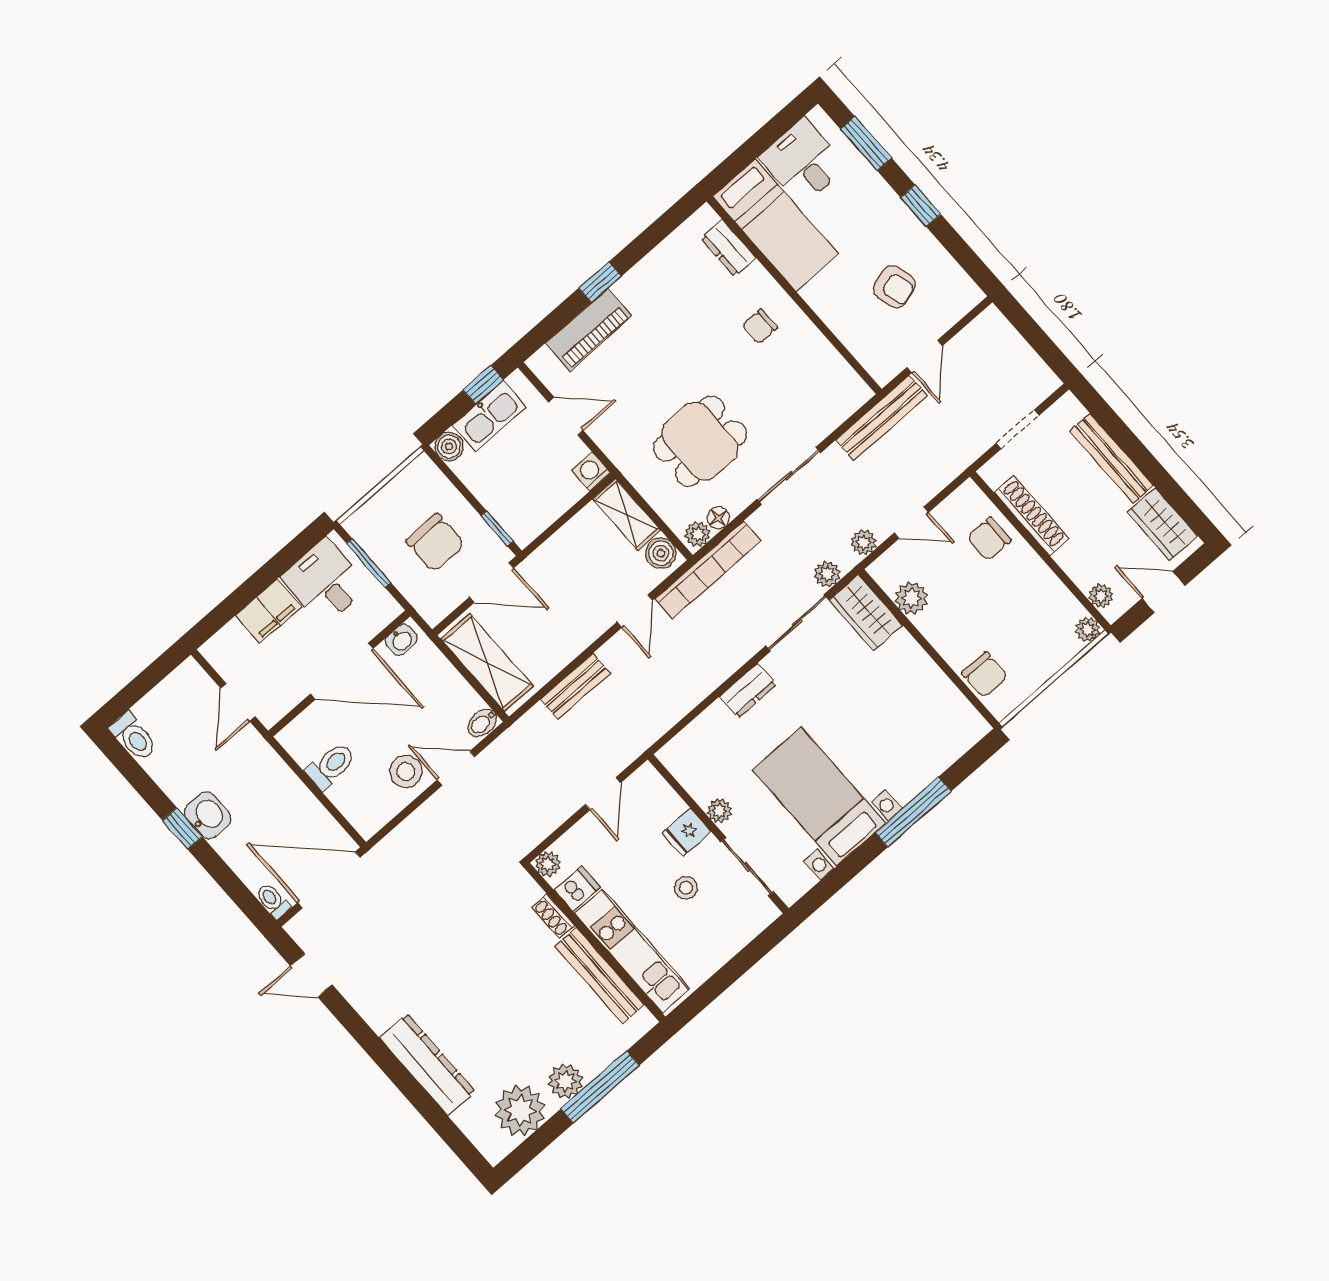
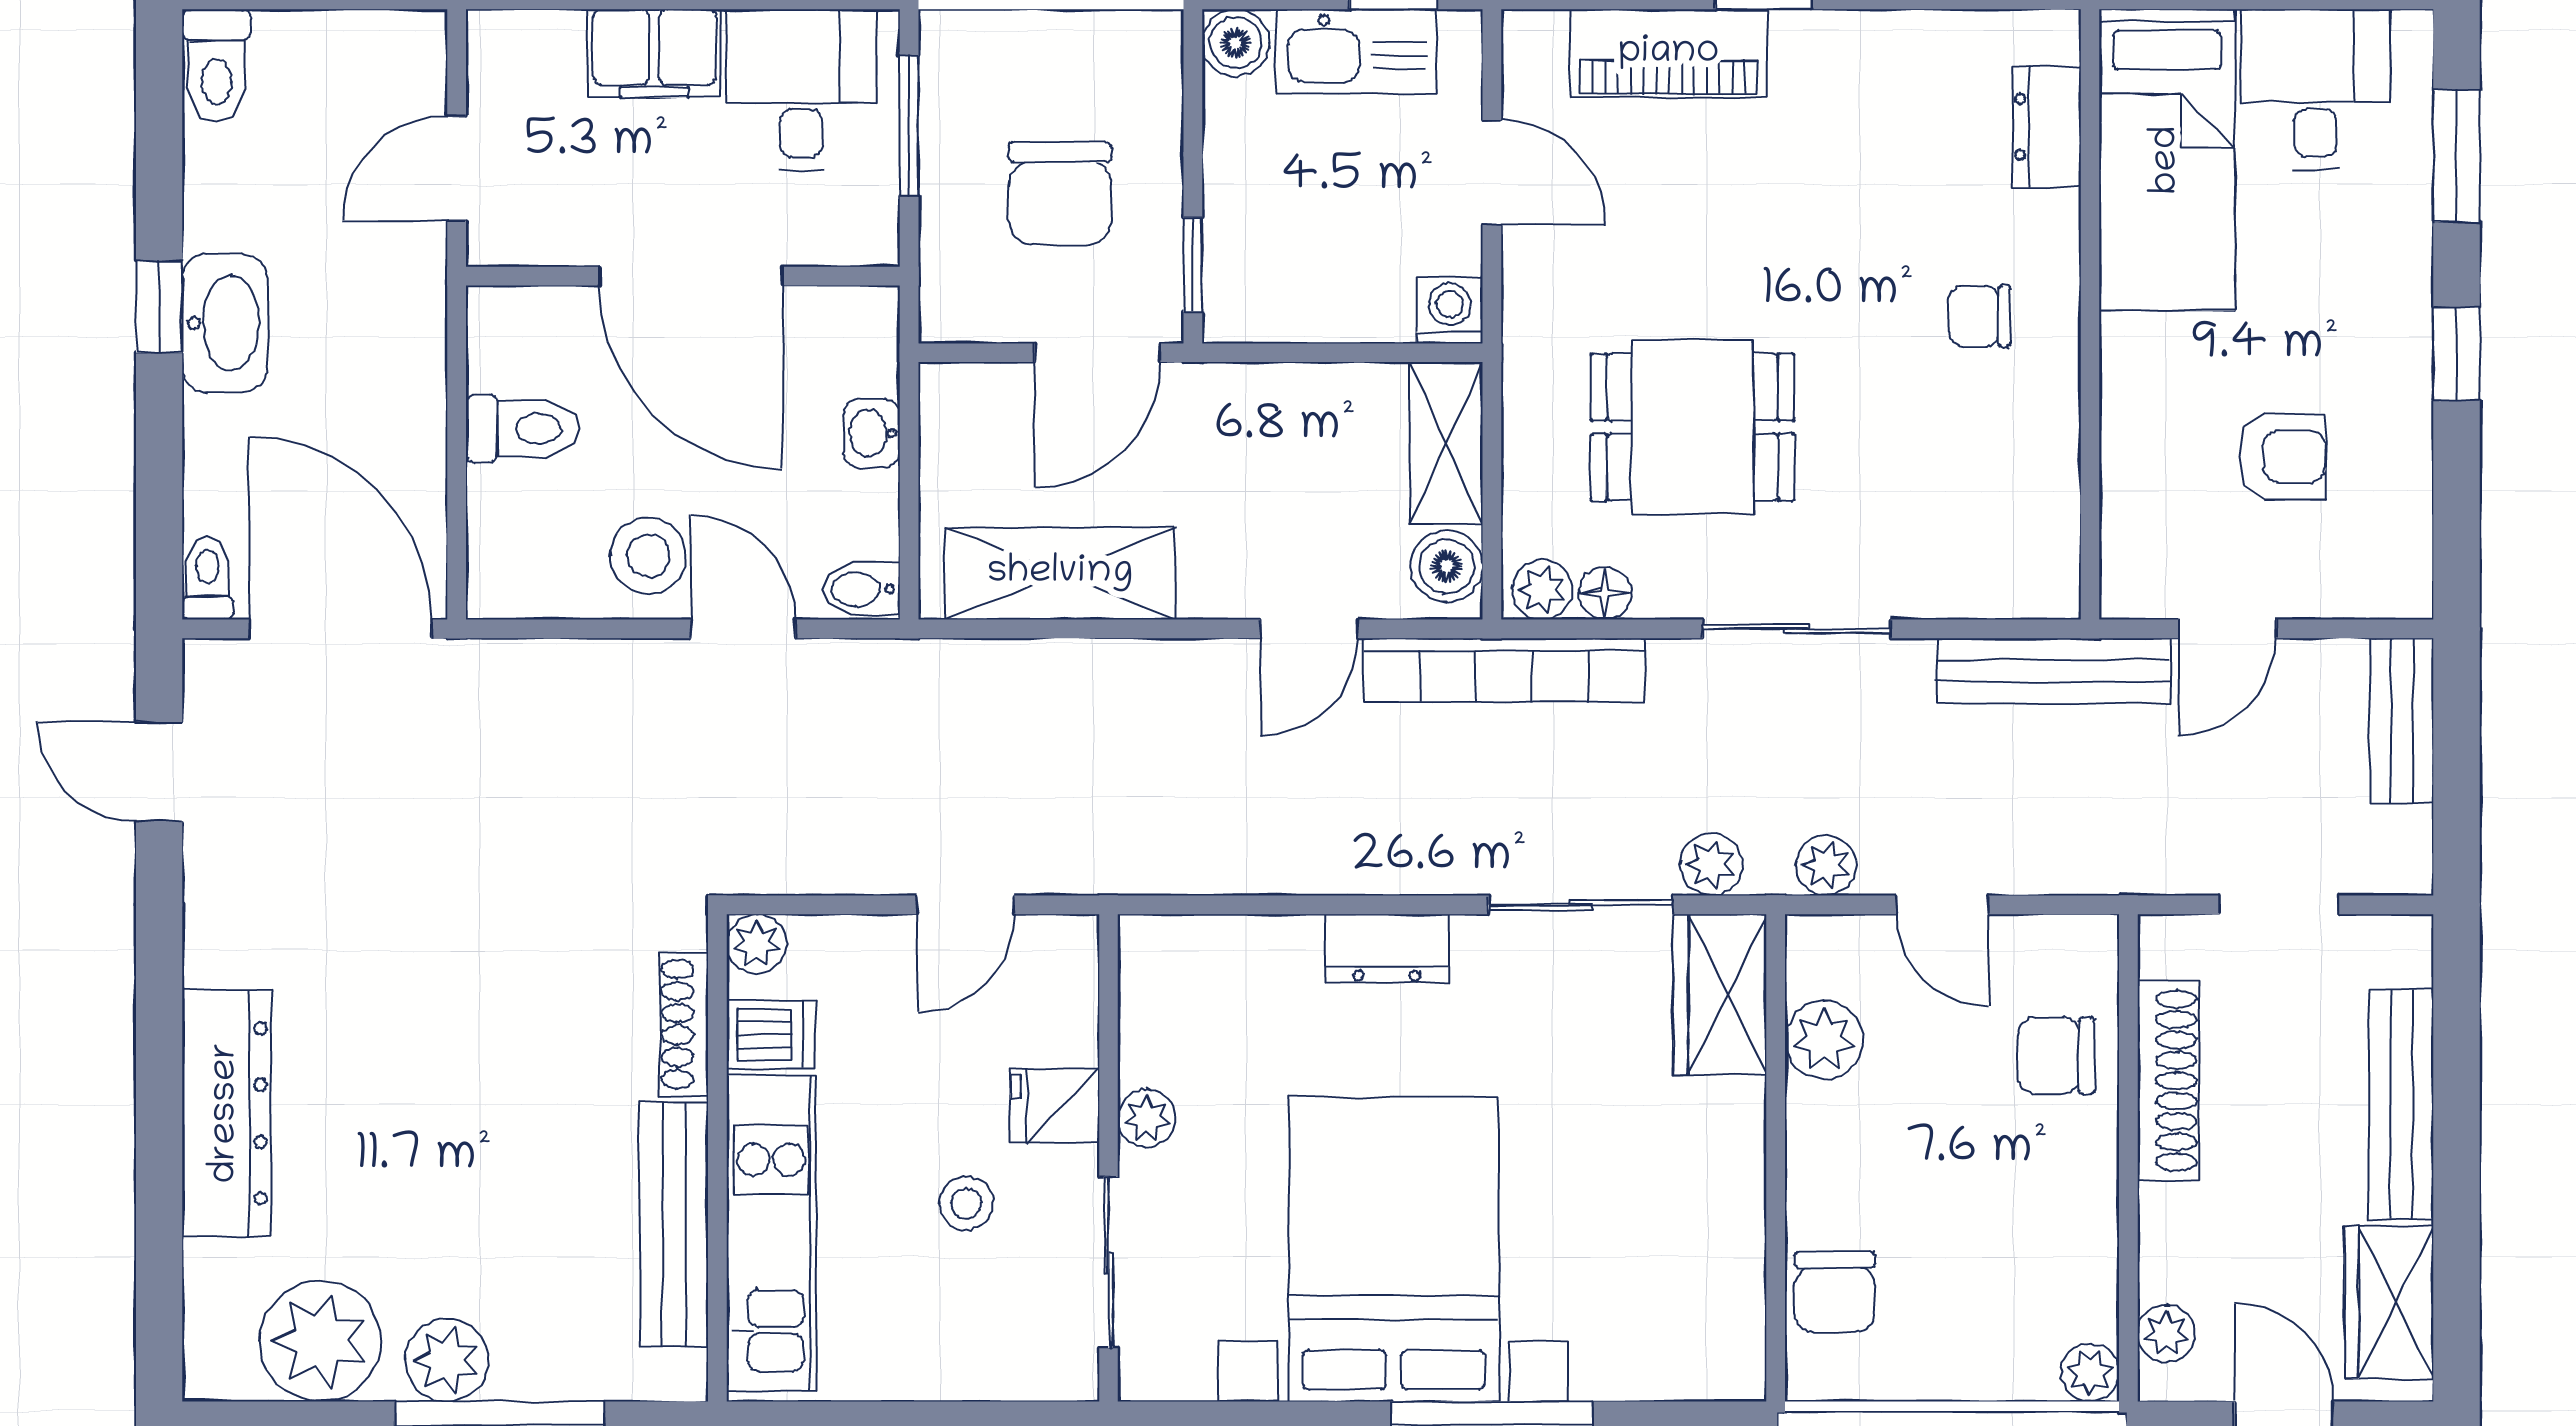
armchair: (894, 287) -> (2282, 457), turned -74
door: (491, 583) -> (1098, 353), hinge flipped
washbasin: (401, 640) -> (872, 433), moved, turned 90
shelving: (487, 662) -> (1060, 573), moved, turned 90
bench: (575, 686) -> (2402, 721), moved, turned 90
bed with nightstands: (819, 797) -> (1394, 1249), width x1.36
washbasin: (208, 815) -> (225, 323), width x1.38
shoe rack: (553, 916) -> (684, 1024), width x1.43

